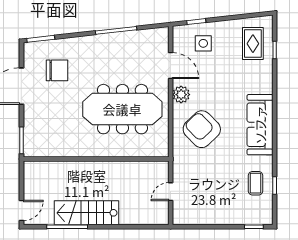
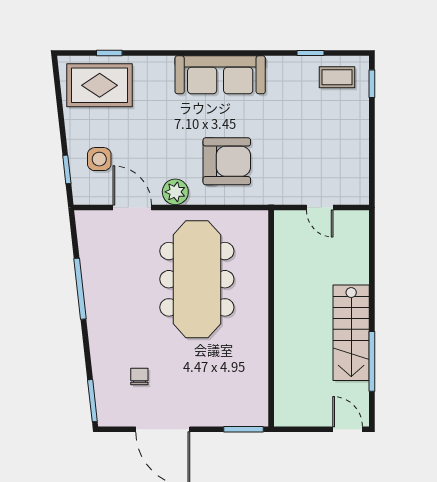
rug: (253, 44) -> (100, 85), width x1.36, depth x1.43
door: (171, 66) -> (132, 208), hinge flipped
chair: (57, 70) -> (139, 377), width x0.54, depth x0.54
armchair: (202, 129) -> (227, 161), turned -136
coffee table: (256, 183) -> (337, 77), moved

